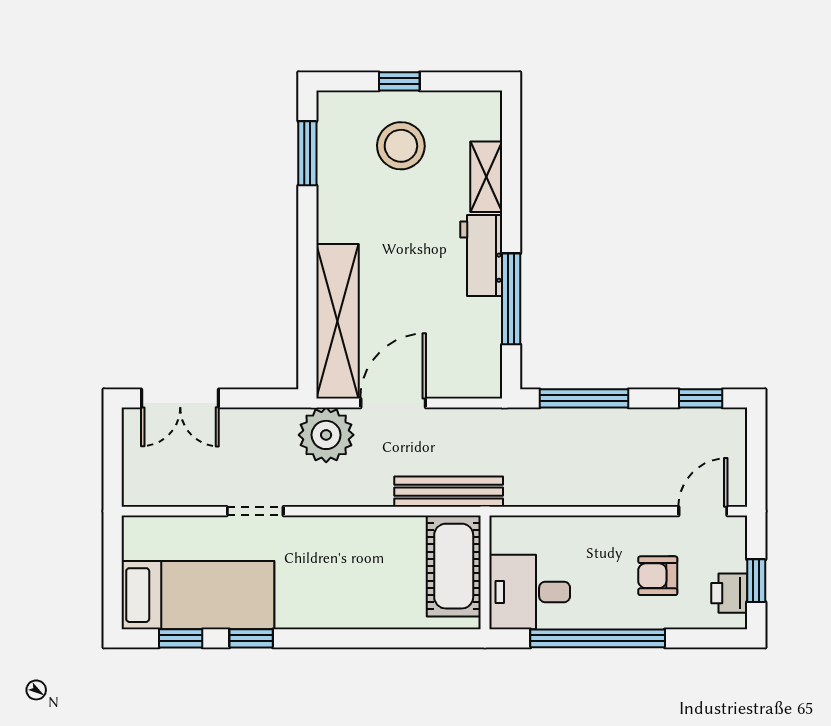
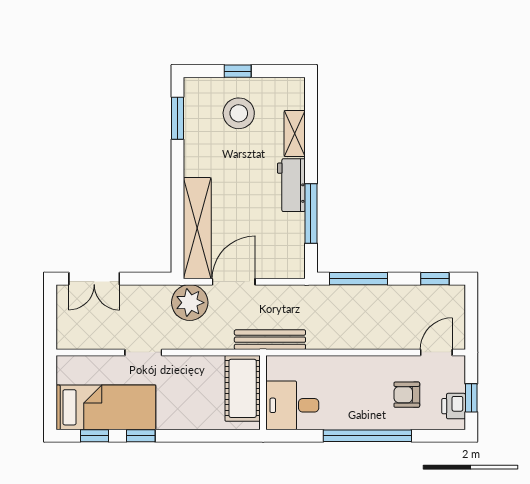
cot: (454, 566) -> (243, 388), moved
wall: (485, 572) -> (263, 393), moved
desk: (530, 592) -> (292, 405), moved

